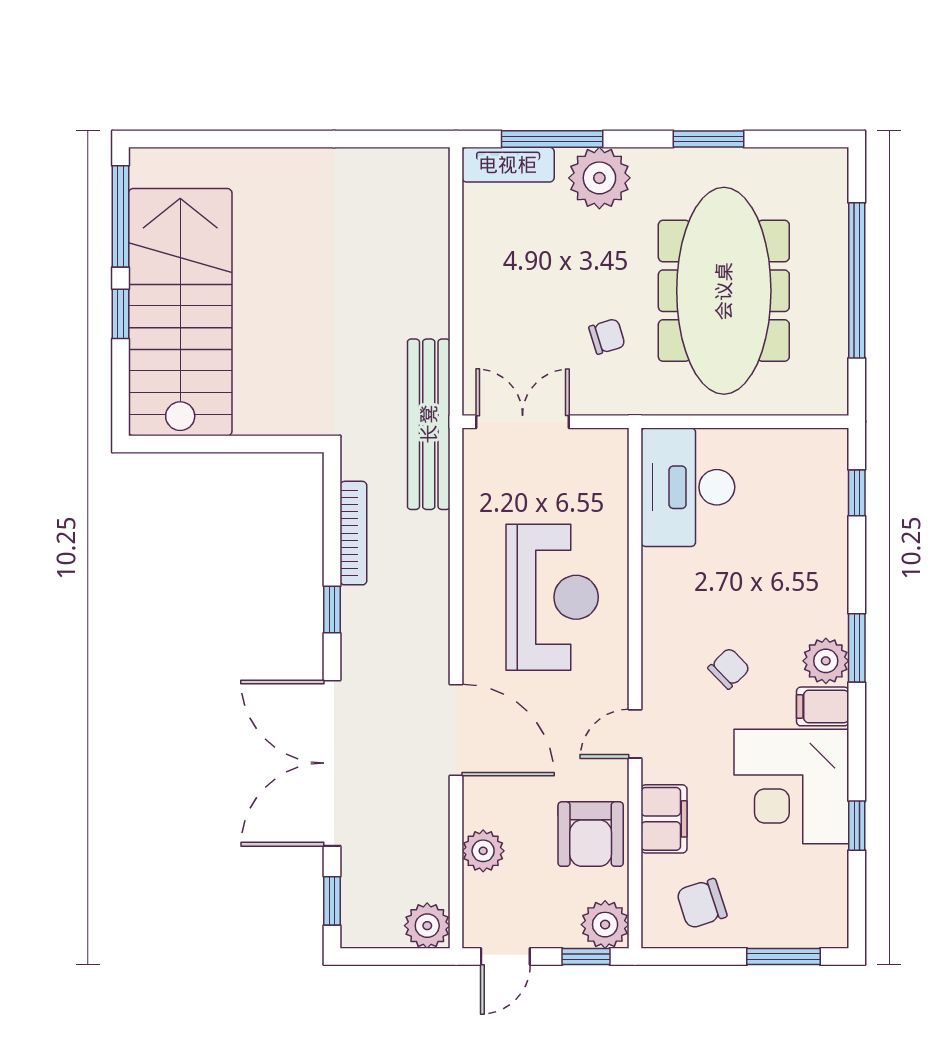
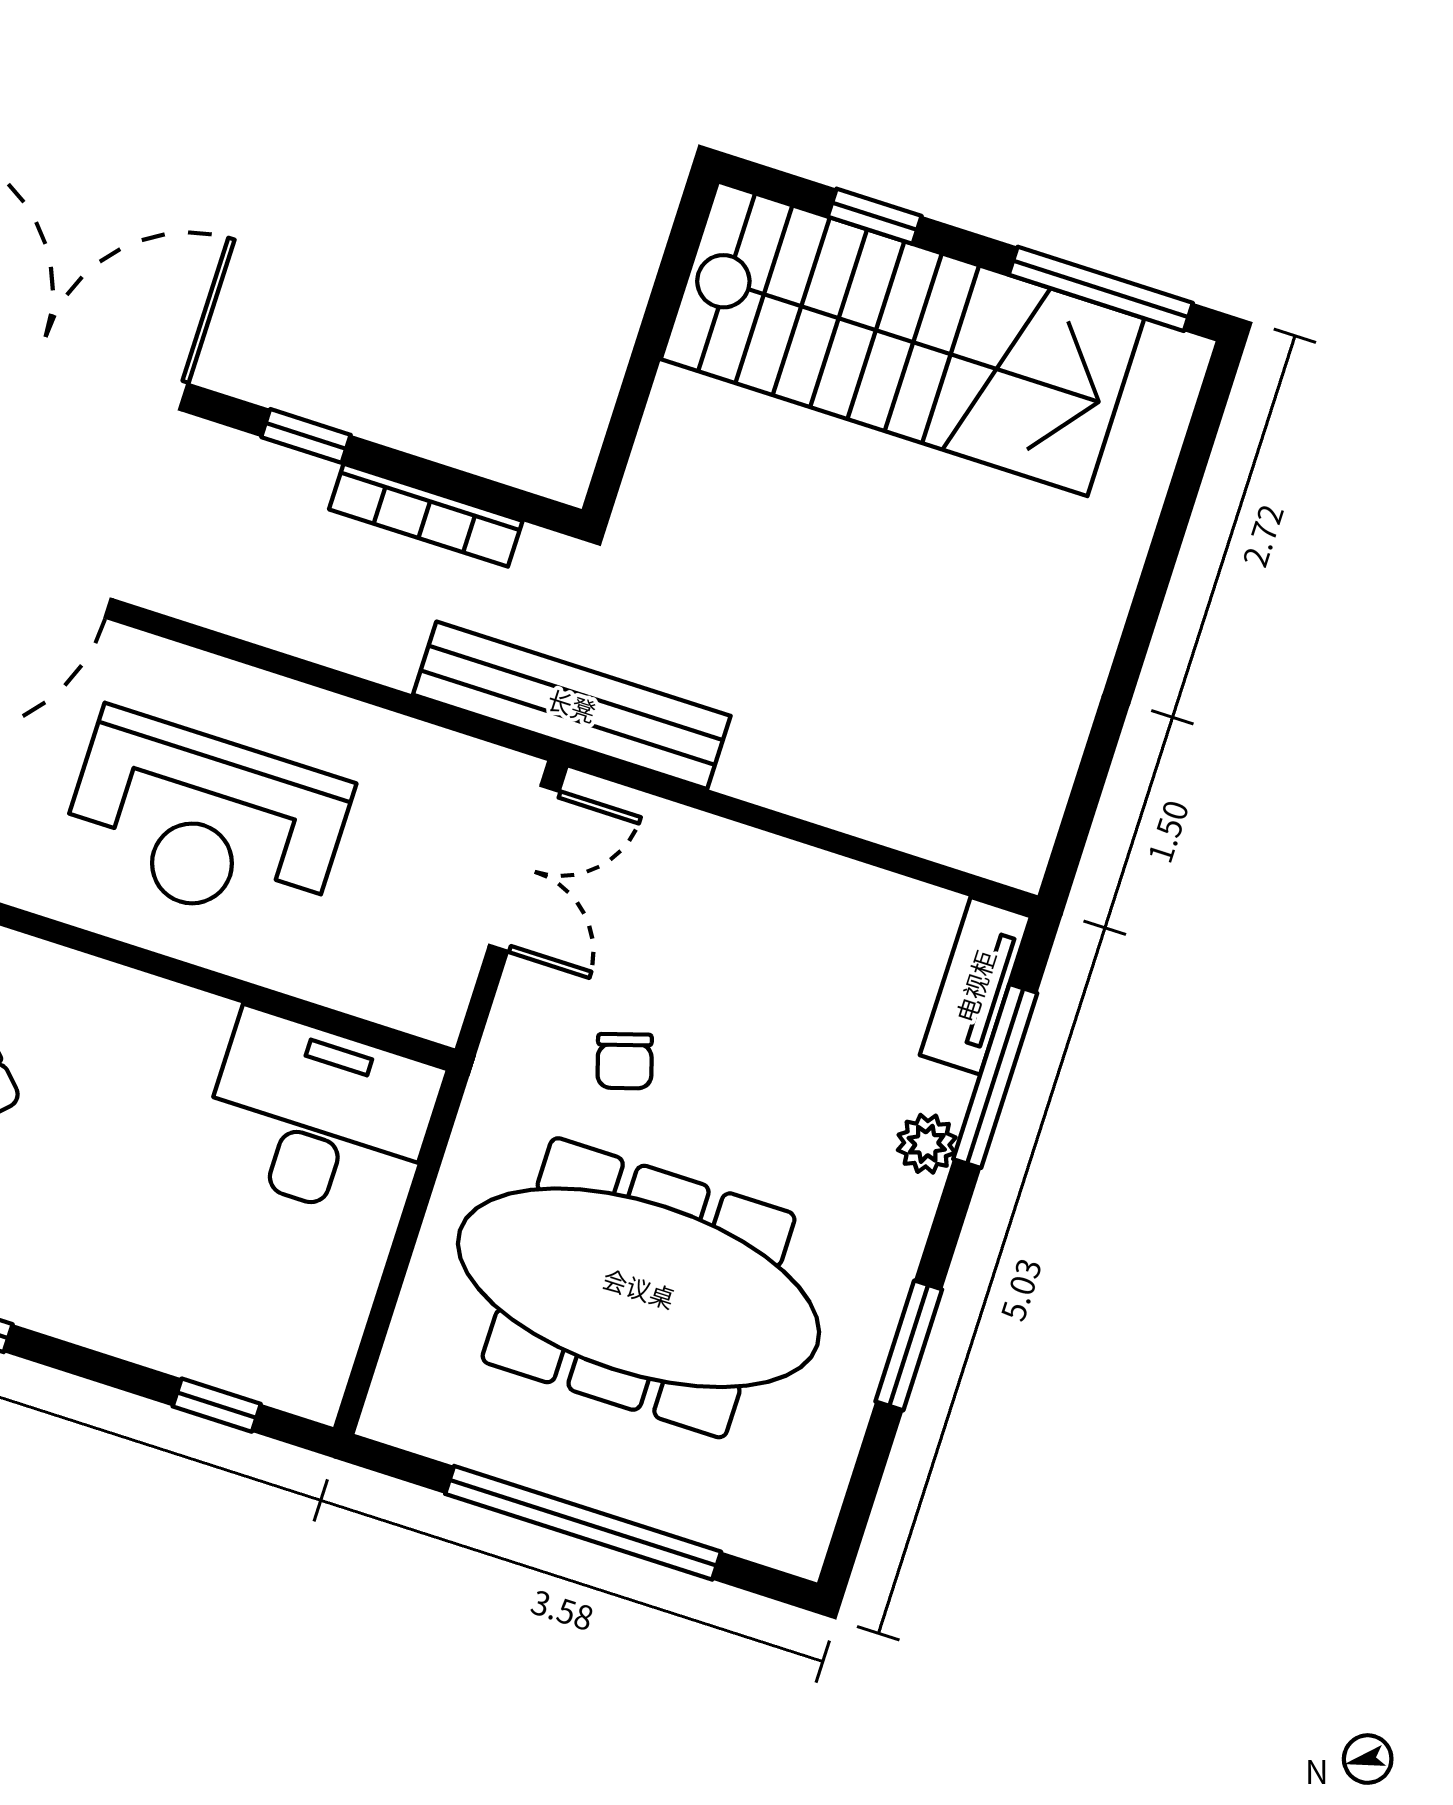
plant: (599, 178) -> (927, 1144), width x0.53, depth x0.53
window: (121, 314) -> (875, 216), moved

